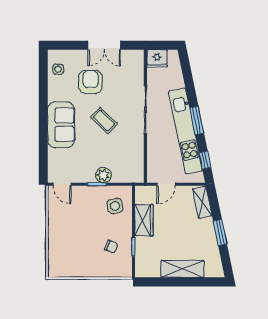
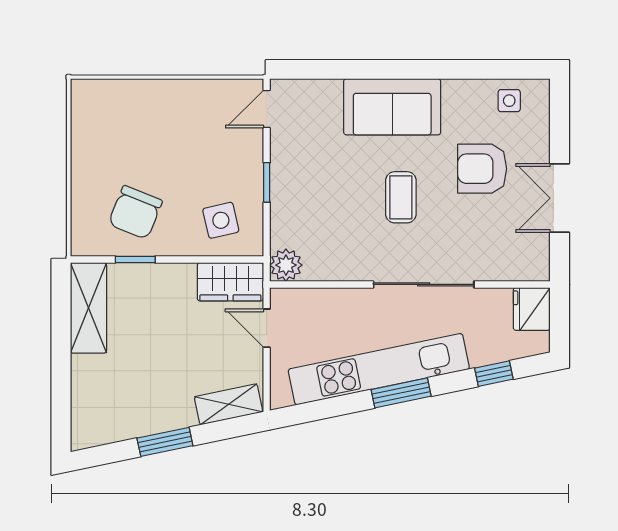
armchair: (90, 82) -> (482, 169), turned 180
coffee table: (104, 121) -> (401, 197), turned -44
window: (205, 160) -> (494, 374), moved
plant: (104, 175) -> (286, 265), moved
wardrobe: (144, 220) -> (230, 282), moved
chair: (111, 247) -> (135, 212), width x1.87, depth x1.87
shelving: (182, 269) -> (88, 308), moved

